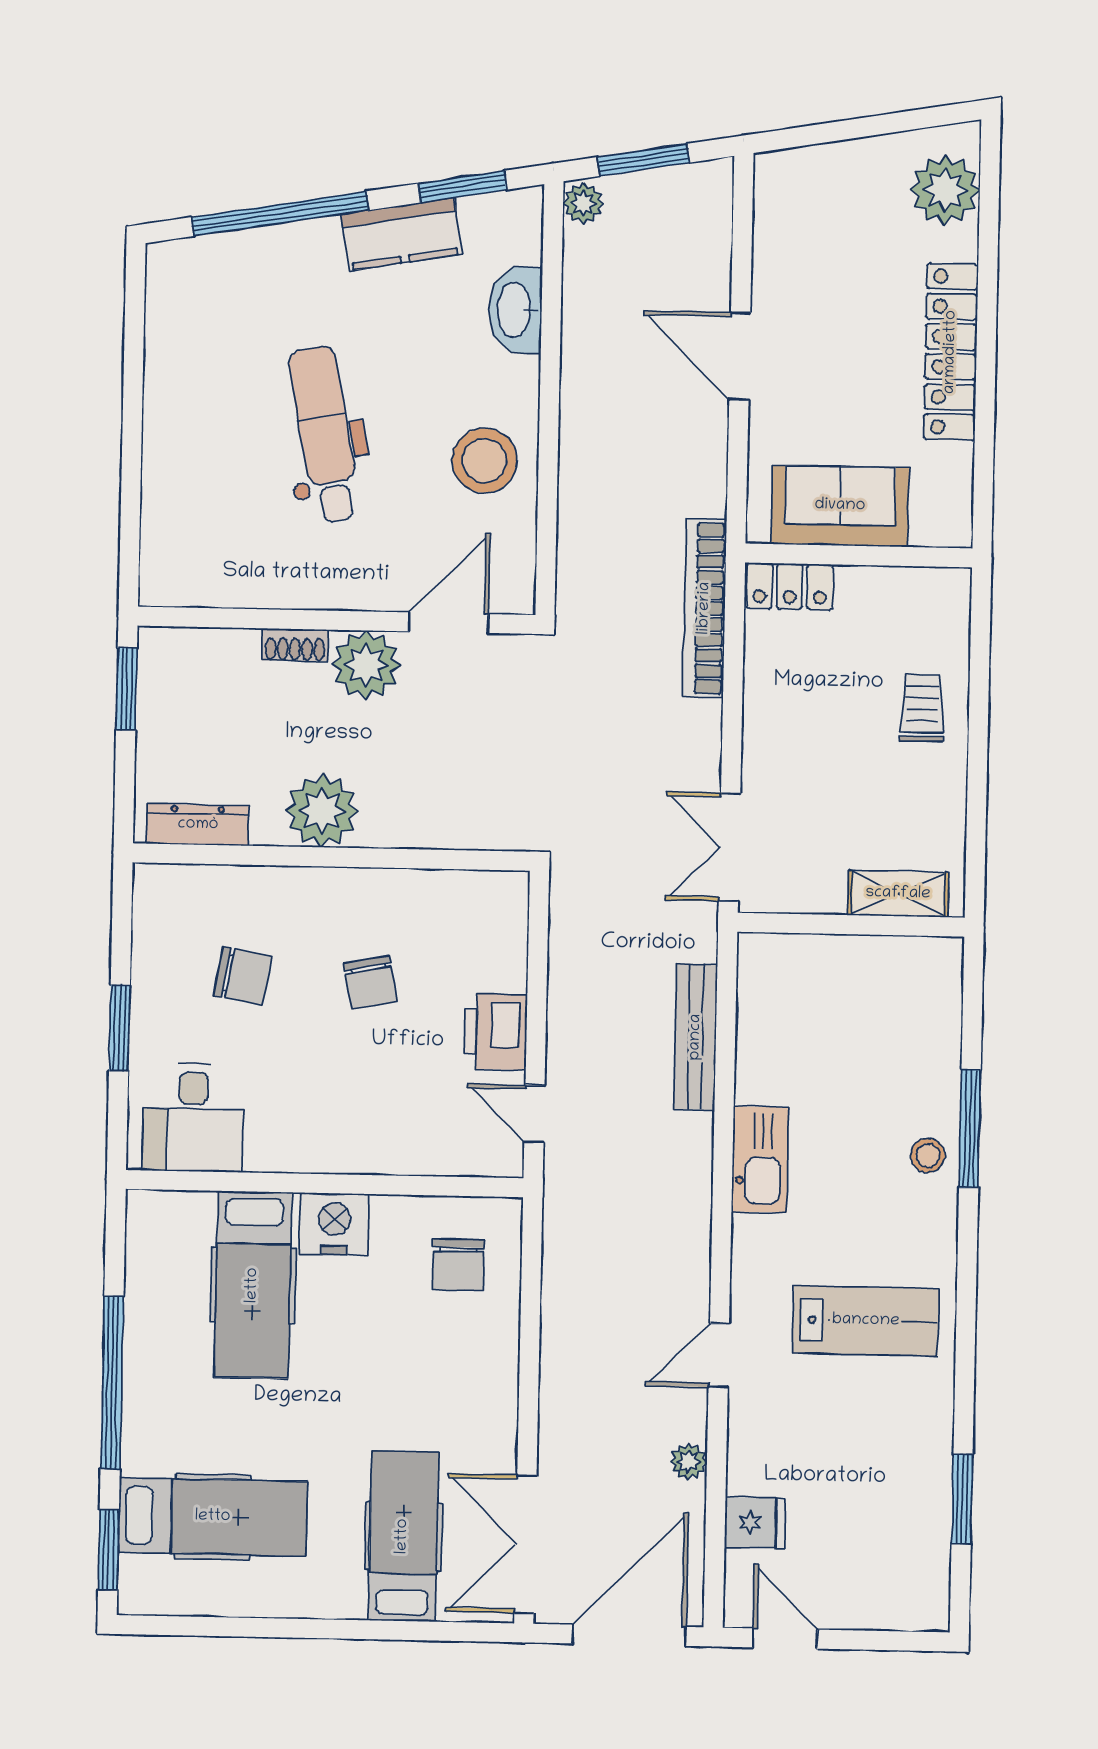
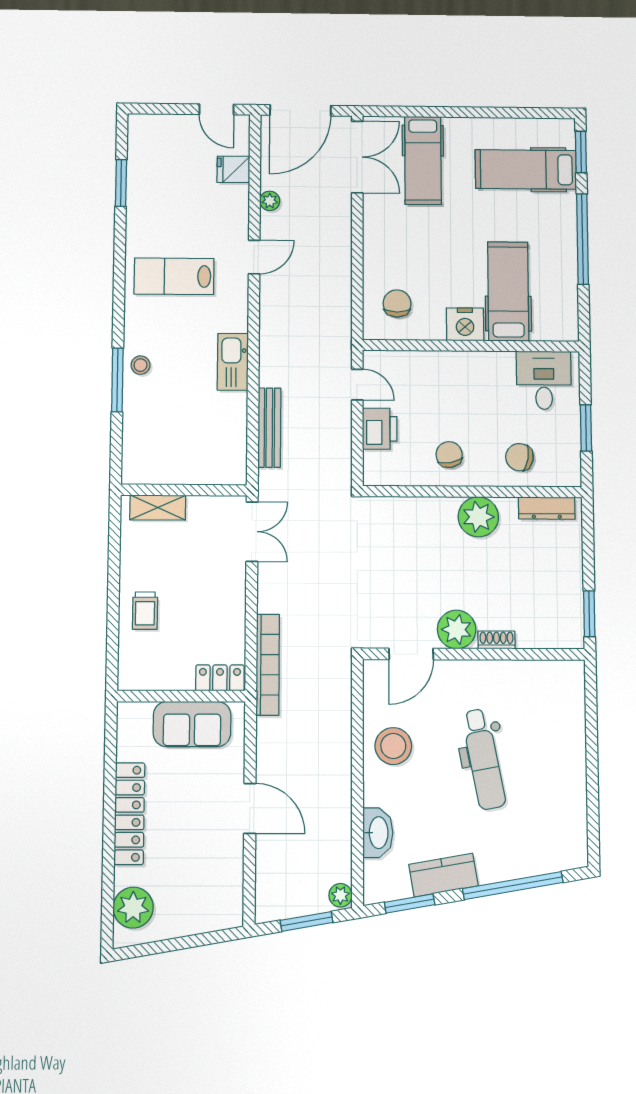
plant: (322, 811) -> (478, 517), moved
dresser: (198, 825) -> (547, 508), moved
wall: (331, 857) -> (472, 492), moved

